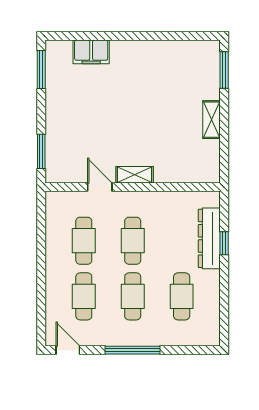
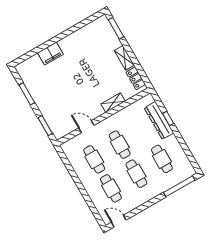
filing cabinet: (91, 52) -> (50, 53), moved
window: (41, 69) -> (27, 94), moved
locker: (211, 158) -> (136, 78), added
shelving: (135, 175) -> (113, 103), moved
window: (133, 350) -> (179, 186), moved

